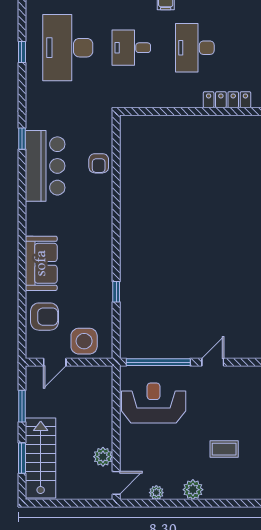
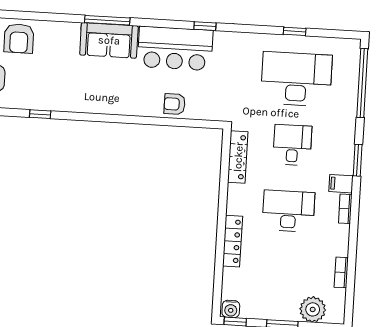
locker: (146, 100) -> (238, 157), added
window: (22, 233) -> (107, 20), added
sofa: (41, 263) -> (109, 40), moved

